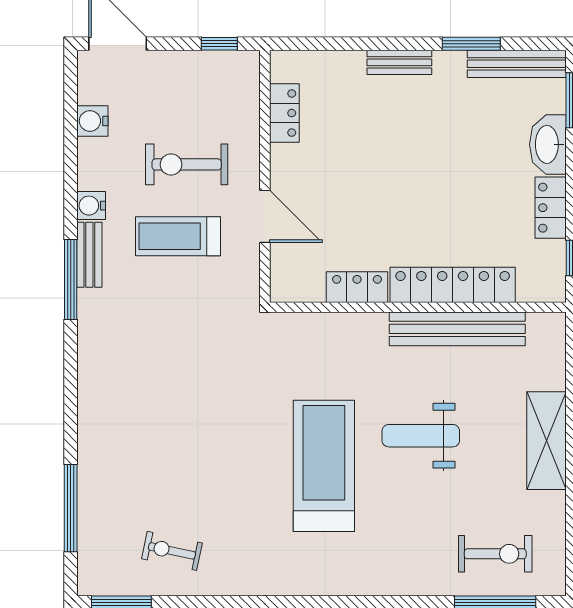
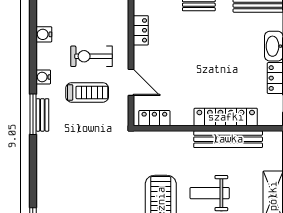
treadmill: (178, 236) -> (87, 92), turned 180
bench: (89, 255) -> (42, 115), moved
locker: (357, 287) -> (154, 118), moved

